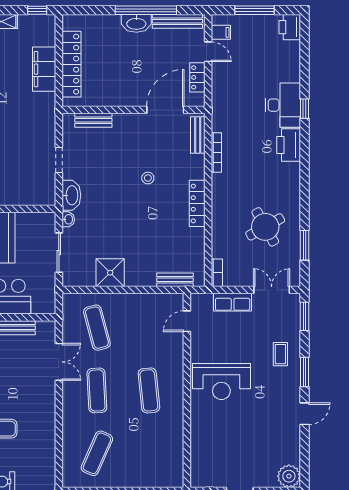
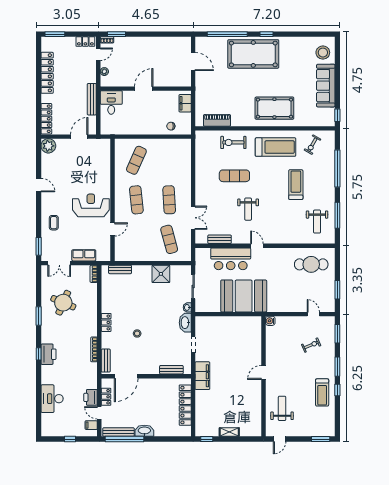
window: (146, 10) -> (124, 439), moved
window: (254, 10) -> (70, 439), width x0.46
printer: (290, 27) -> (91, 397), moved, turned 180
filing cabinet: (44, 69) -> (202, 376), moved
desk: (283, 105) -> (52, 399), moved
window: (305, 109) -> (39, 354), moved
locker: (197, 203) -> (106, 322), width x0.66
round table: (265, 227) -> (63, 303), turned -38
window: (305, 245) -> (39, 316), moved
door: (187, 321) -> (113, 229), moved
double door: (59, 362) -> (193, 218), swing flipped
window: (305, 372) -> (39, 211), removed
door: (305, 414) -> (39, 185), swing flipped
exercise mat: (97, 453) -> (136, 160), moved

